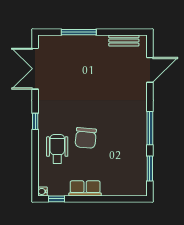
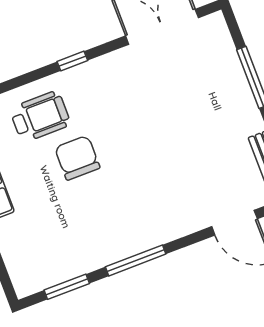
chair: (86, 138) -> (77, 158), turned 85

